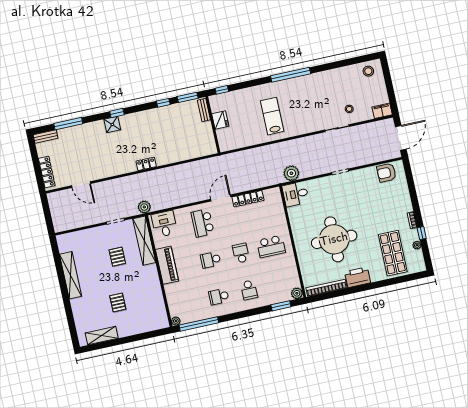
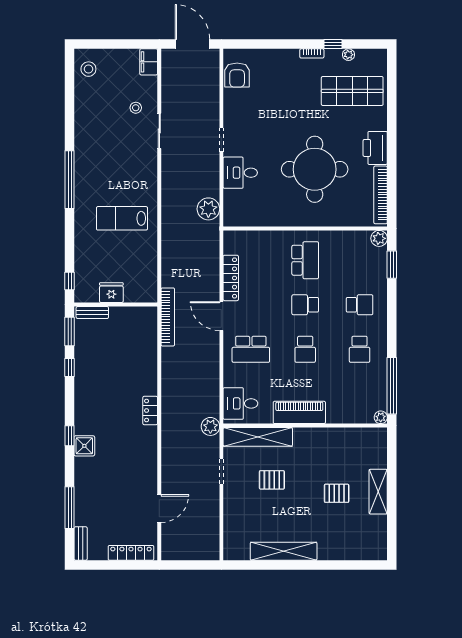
bookcase: (212, 162) -> (168, 317), added
desk: (296, 194) -> (240, 173), moved, turned 90
shelving: (102, 336) -> (378, 492), moved

